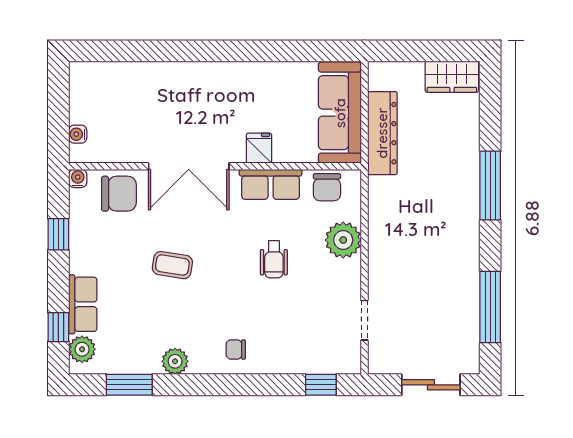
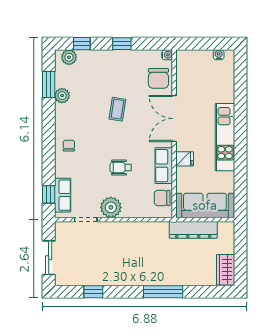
kitchen unit: (221, 78) -> (225, 137), added
water cooler: (78, 134) -> (219, 55), moved
window: (58, 234) -> (122, 44), moved
plant: (343, 240) -> (111, 207), moved
row of seats: (83, 304) -> (63, 195), moved, turned -90
window: (490, 307) -> (93, 292), width x0.46
plant: (175, 361) -> (62, 96), moved

